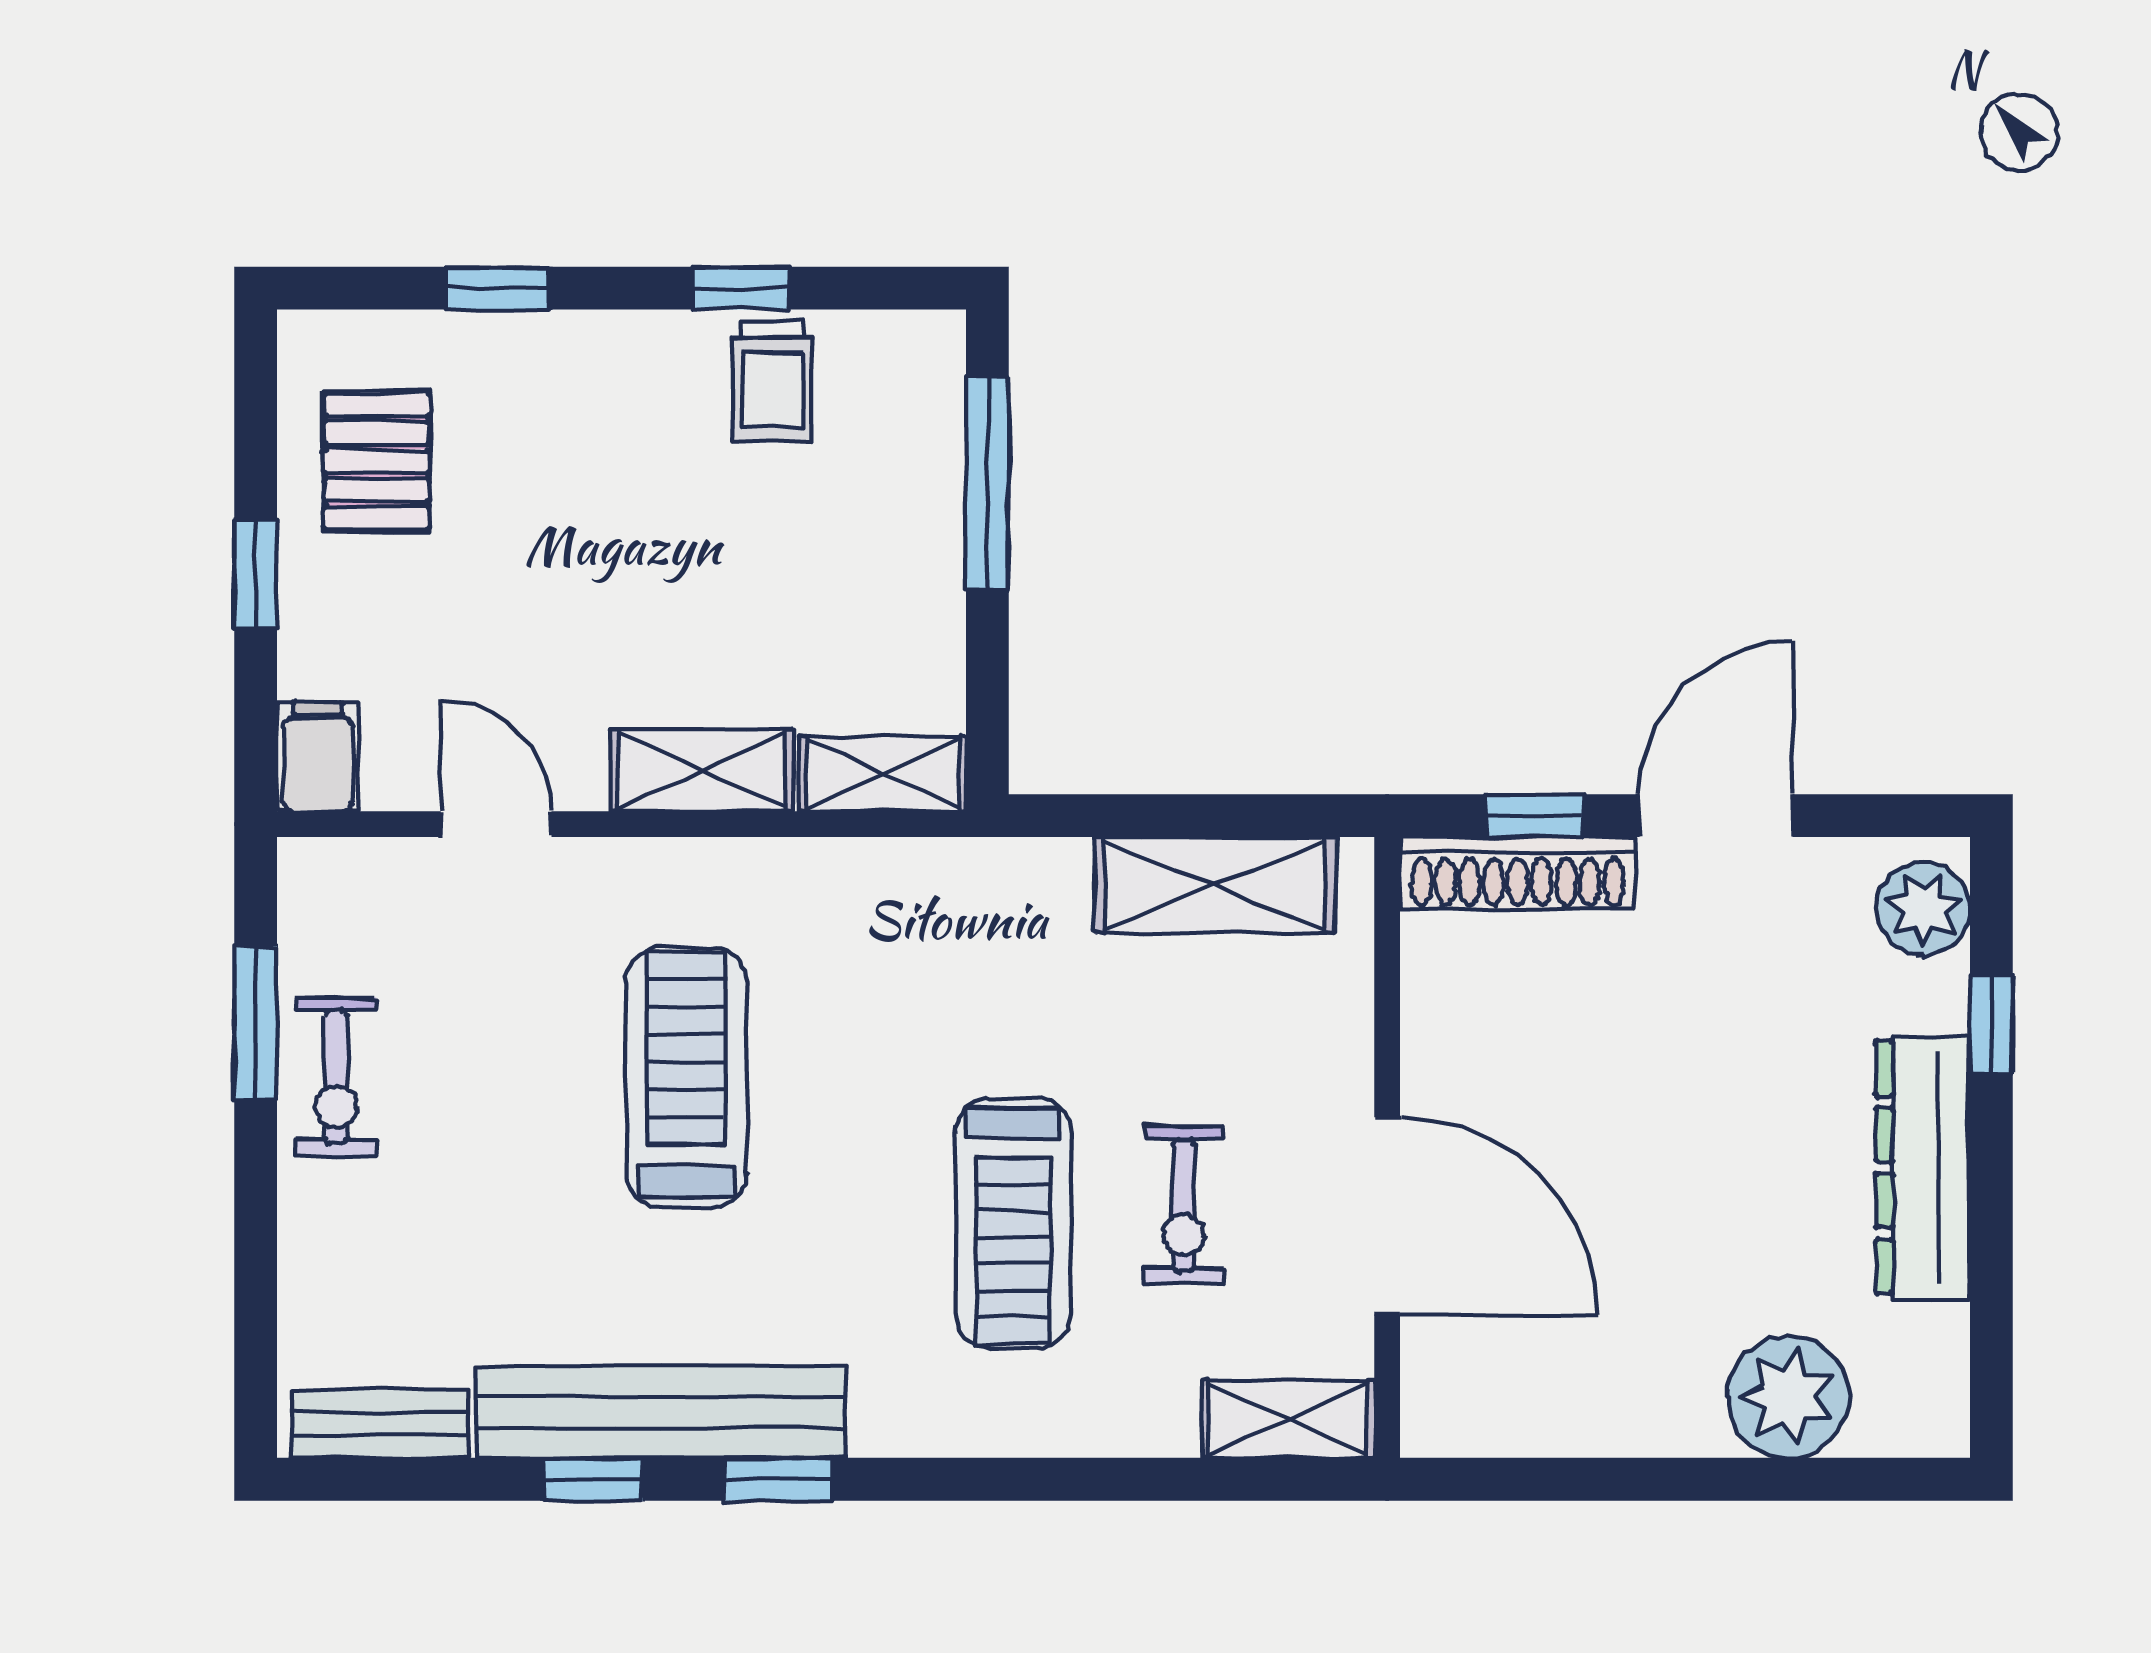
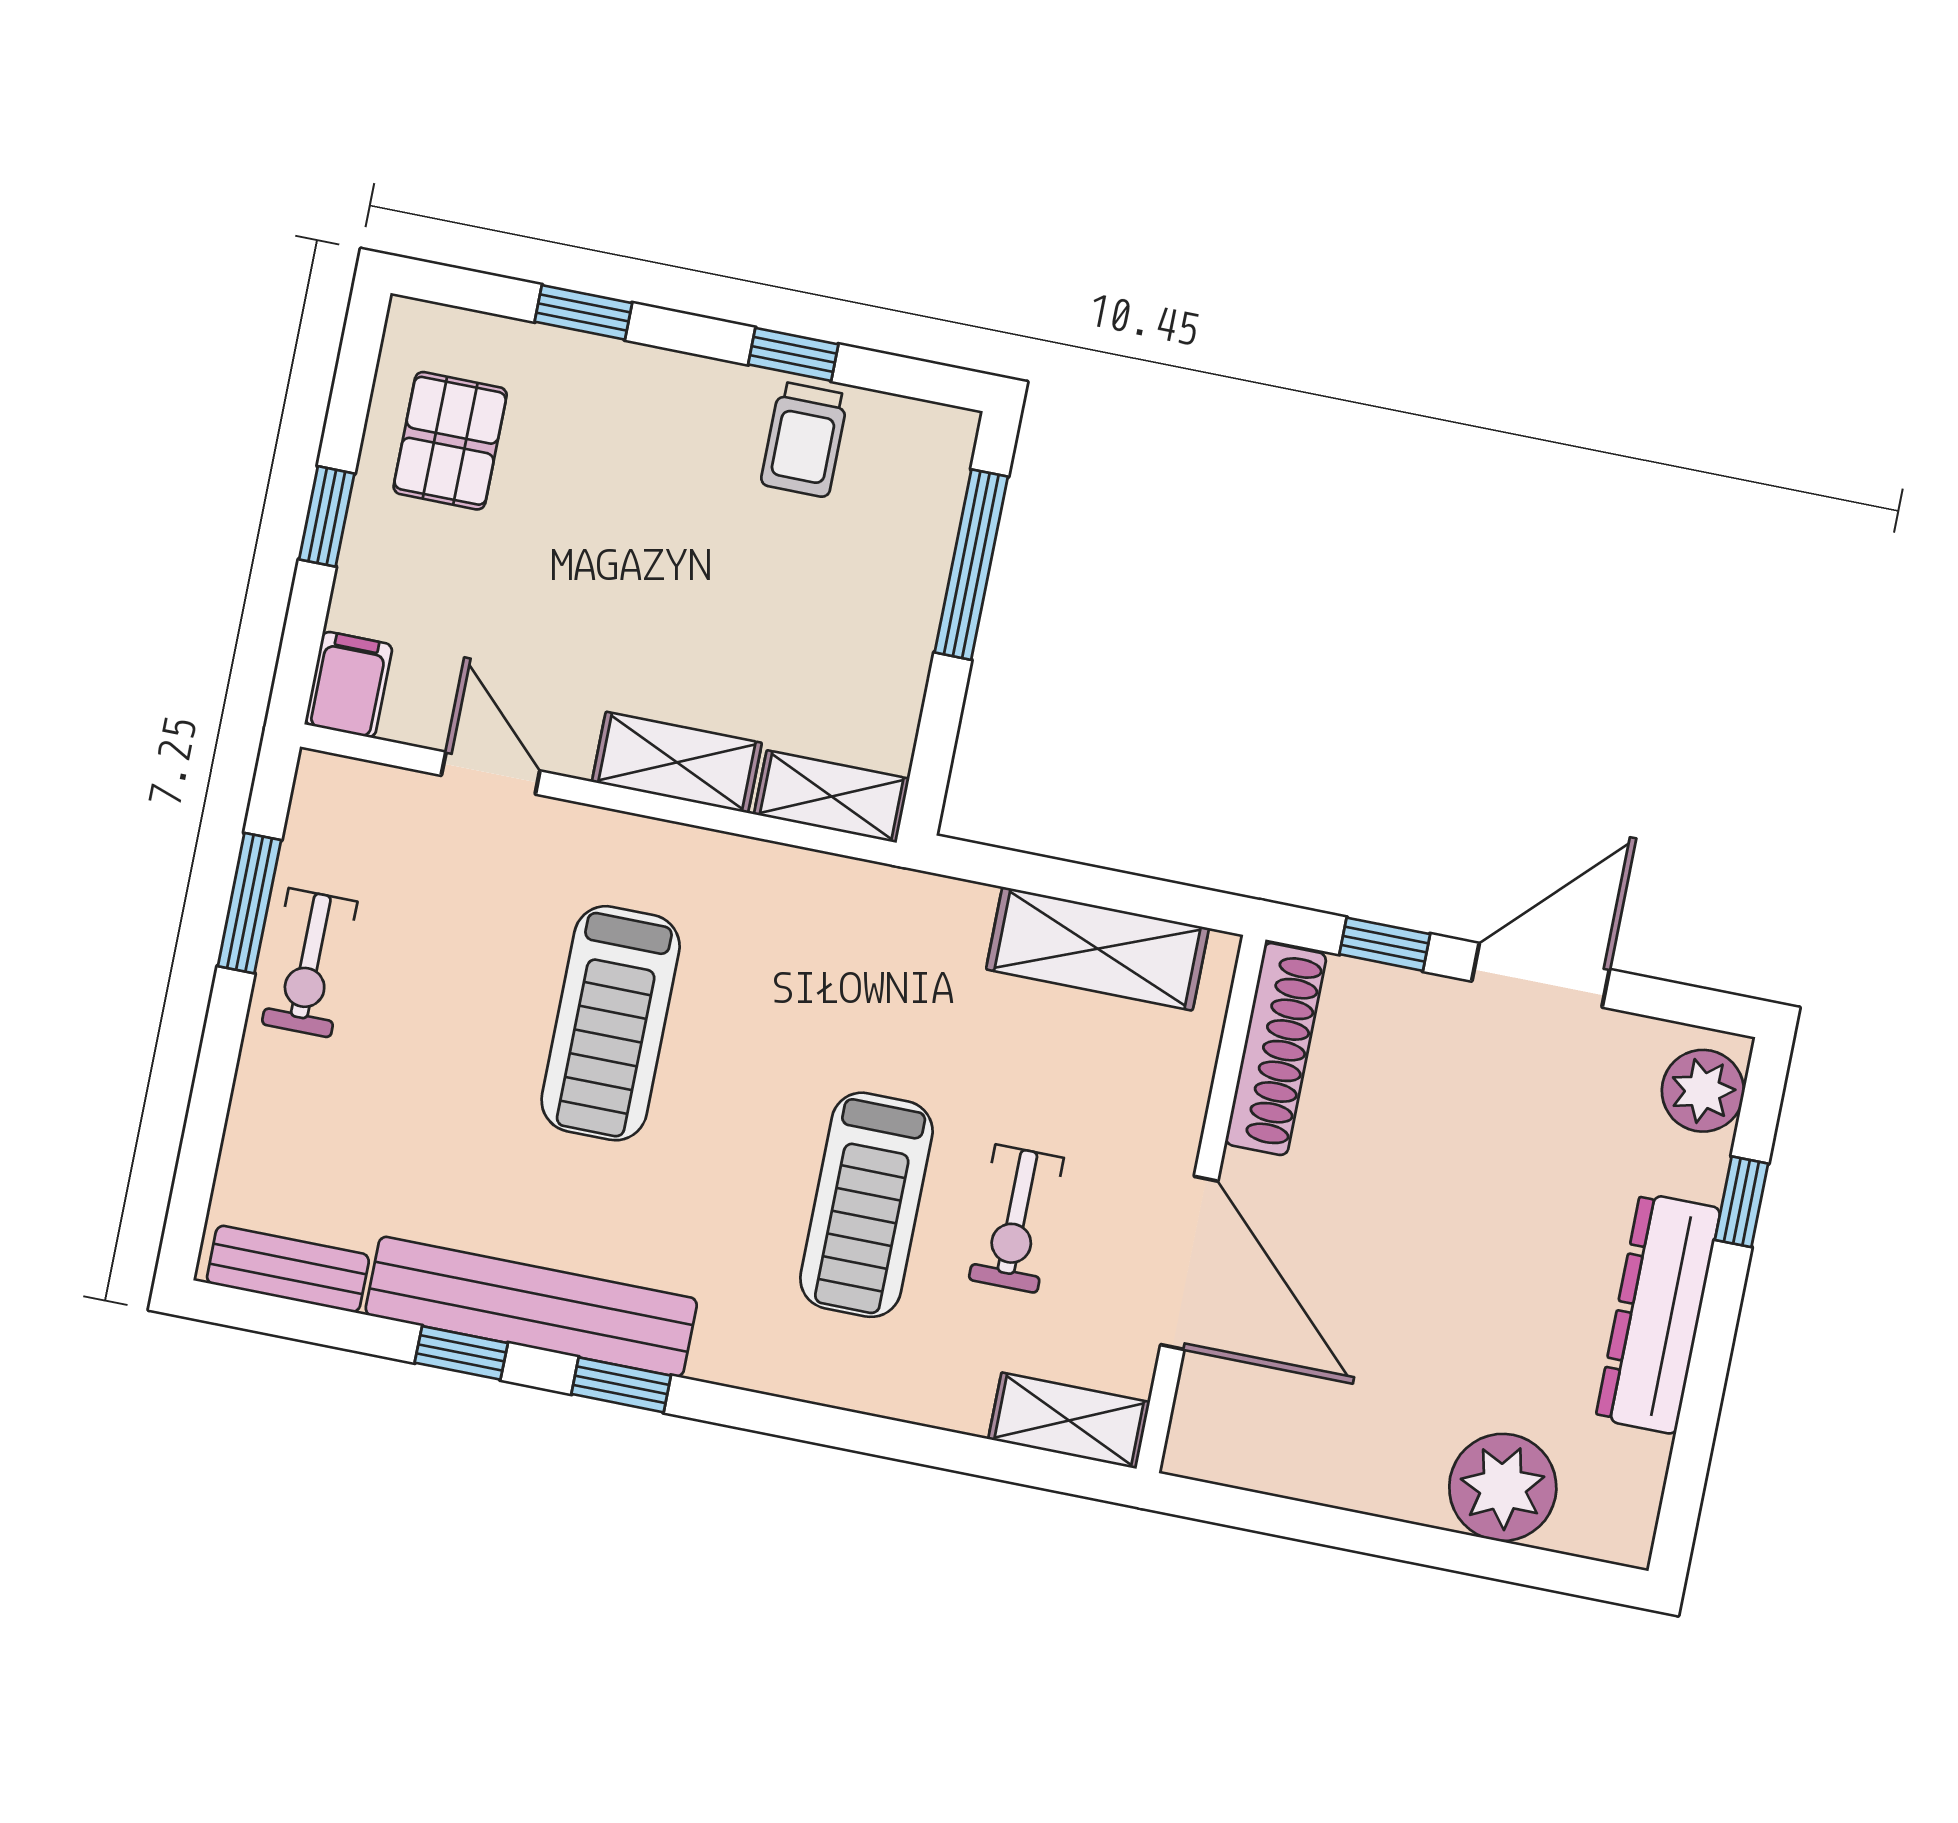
shoe rack: (1518, 873) -> (1276, 1049), moved, turned -90
treadmill: (686, 1077) -> (611, 1023), turned 180

